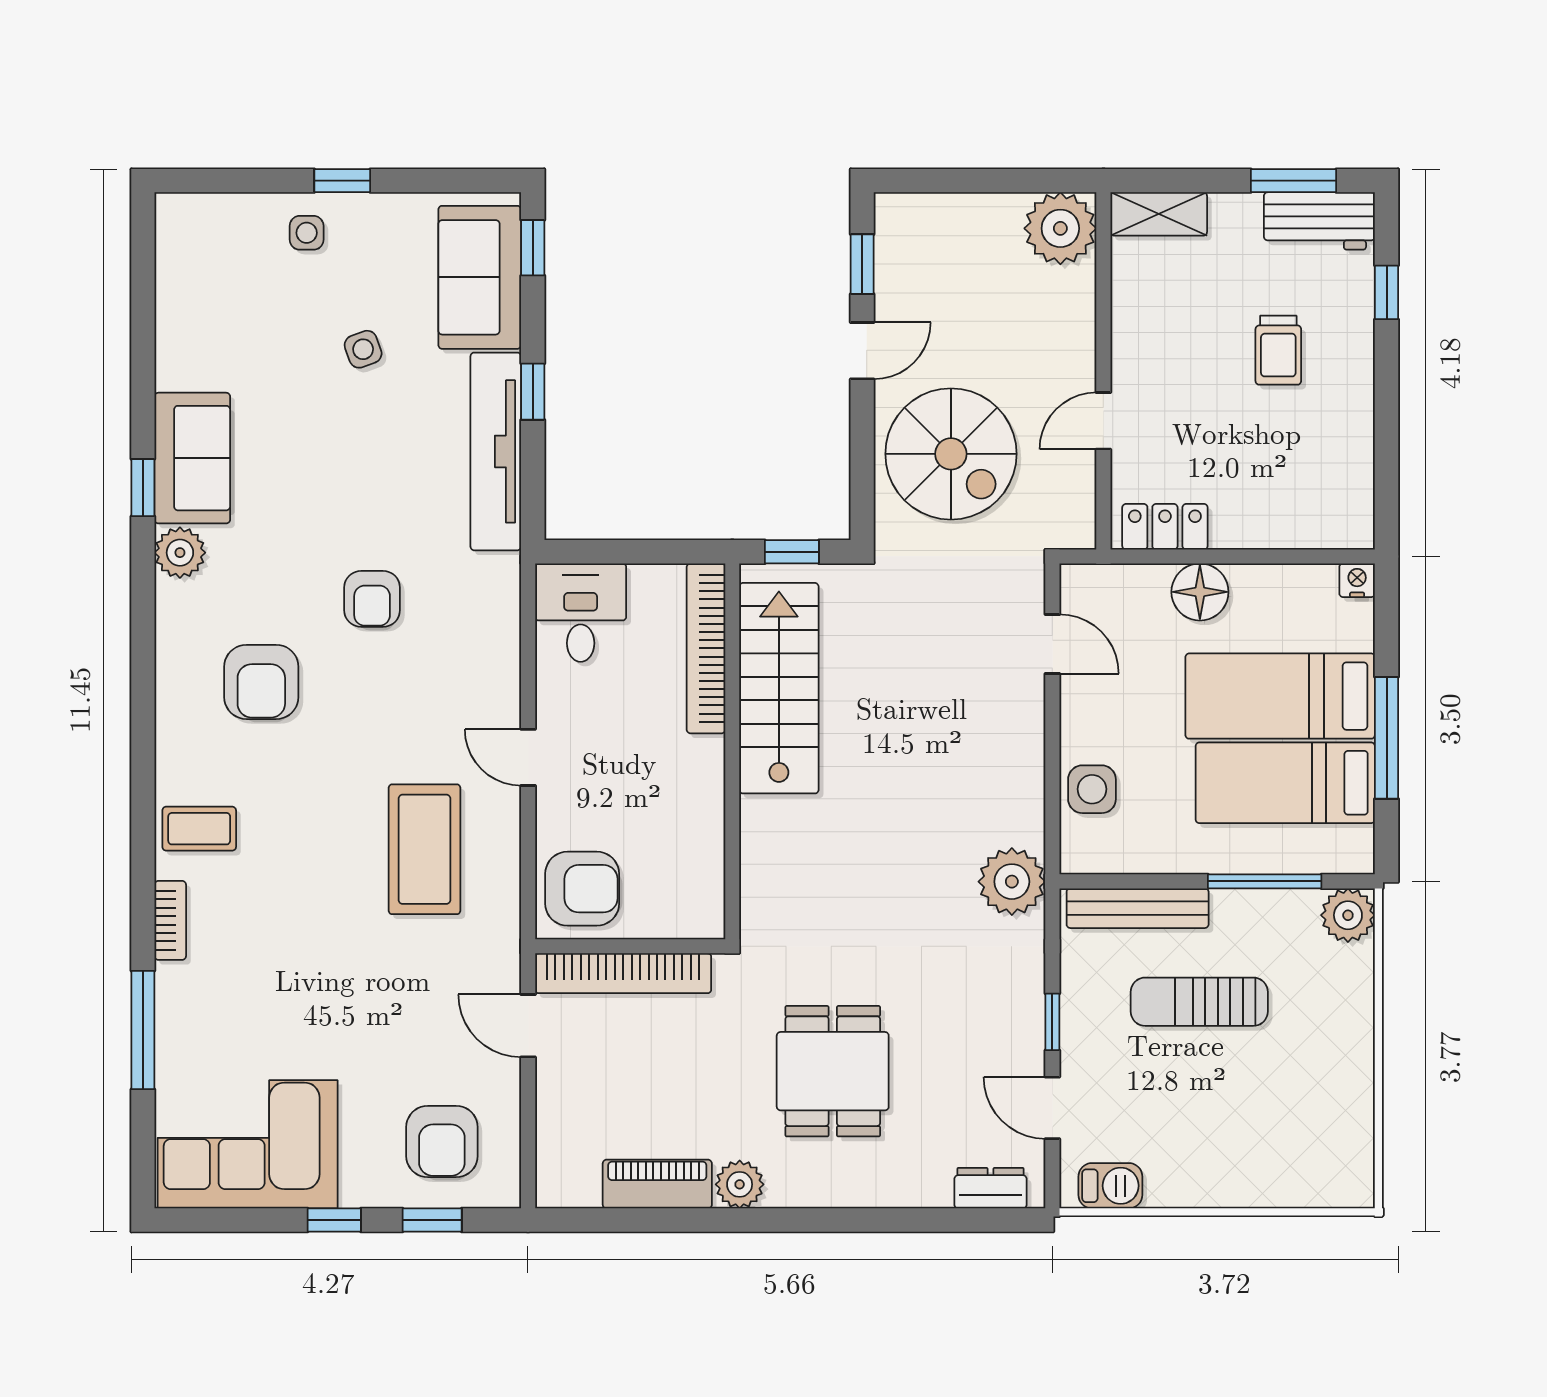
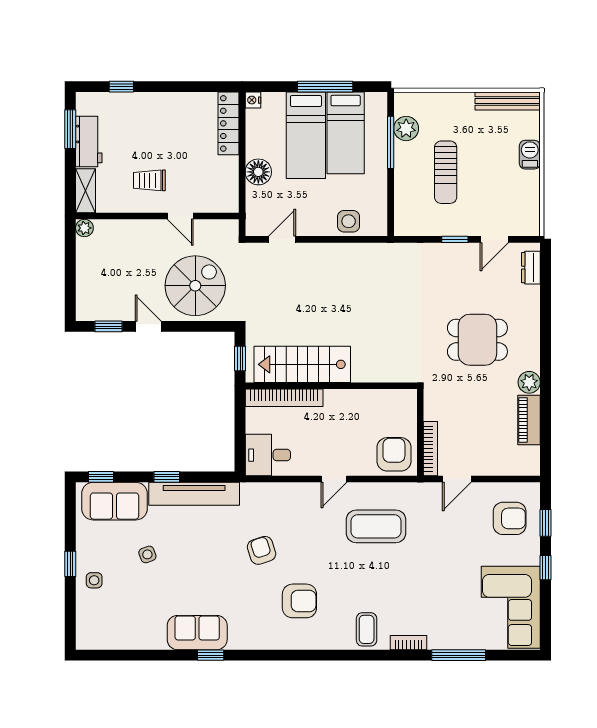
workbench: (1319, 221) -> (89, 142), moved
plant: (1060, 228) -> (84, 228), width x0.53, depth x0.53
trolley: (1278, 350) -> (149, 180), moved, turned 180
locker: (1165, 527) -> (229, 123), moved, width x1.53
plant: (180, 553) -> (240, 638), removed
armchair: (372, 599) -> (262, 550), turned -108
plant: (1012, 882) -> (391, 258), removed
bench: (1138, 908) -> (508, 101), moved, turned 90
plant: (1348, 915) -> (406, 128), moved
bookcase: (623, 973) -> (430, 449), width x0.68, depth x0.76
barbecue: (1110, 1186) -> (530, 155), moved

